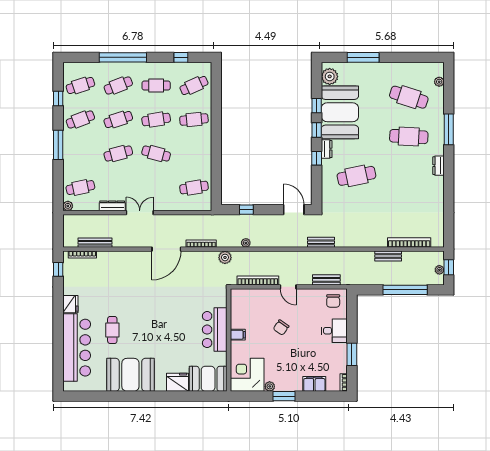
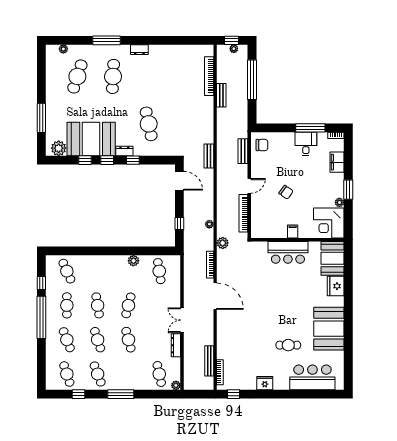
window: (123, 57) -> (41, 317), moved
cafe table: (194, 120) -> (98, 271), removed
plant: (205, 159) -> (133, 261), added
door: (294, 210) -> (179, 181), swing flipped
desk: (334, 331) -> (306, 144), moved
bar counter: (77, 348) -> (312, 377), width x0.73
window: (352, 354) -> (310, 128), width x1.44

